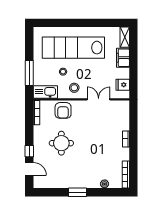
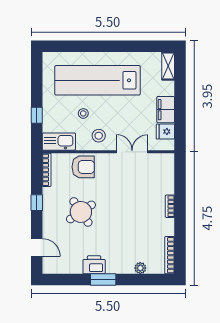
filing cabinet: (123, 58) -> (166, 110), moved
window: (29, 73) -> (37, 115), width x0.46
armchair: (63, 110) -> (83, 167), turned -90
round table: (61, 143) -> (81, 212), turned -34
window: (29, 151) -> (37, 203), moved
printer: (71, 182) -> (94, 265), added

